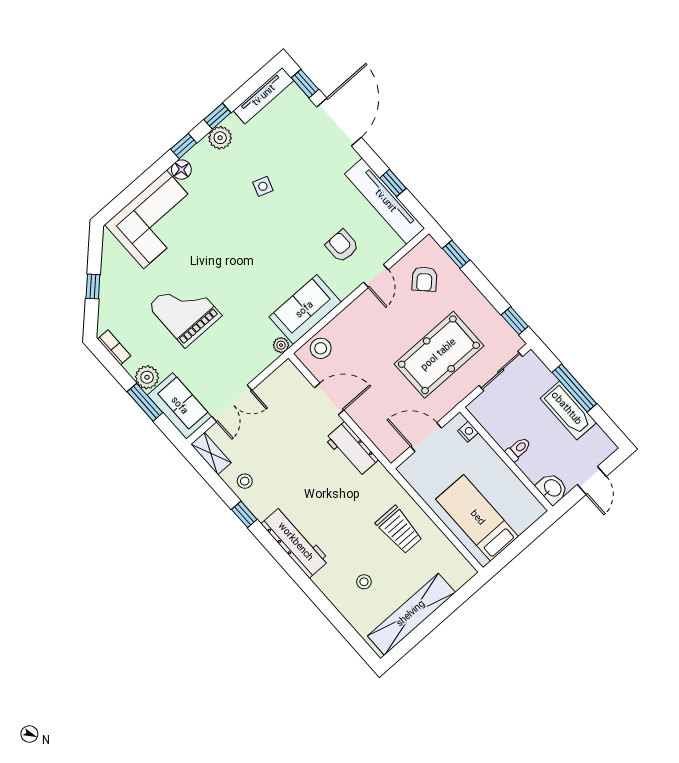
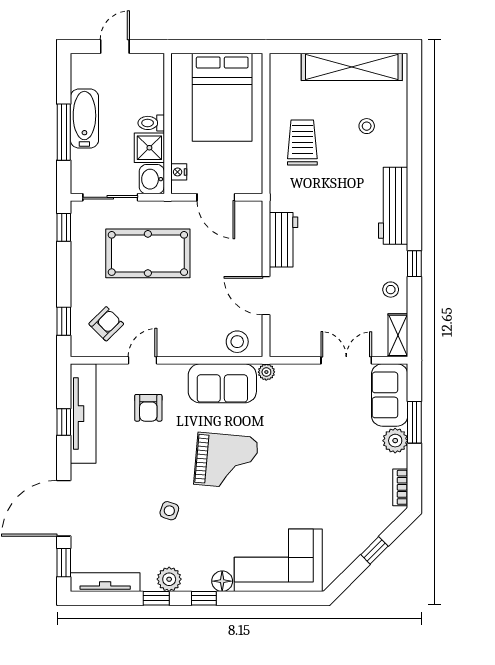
grand piano: (185, 311) -> (226, 461), moved, turned -85
shower: (504, 431) -> (149, 148), added
washbasin: (552, 488) -> (152, 179), moved
bed: (477, 518) -> (222, 97), width x1.50

